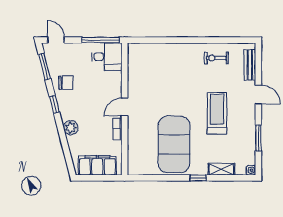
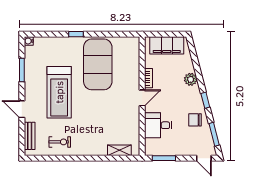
window: (100, 40) -> (164, 158), width x0.69
desk: (107, 57) -> (158, 125), moved
treadmill: (217, 113) -> (59, 92), width x1.37, depth x1.38
shelving: (221, 169) -> (119, 150), moved

